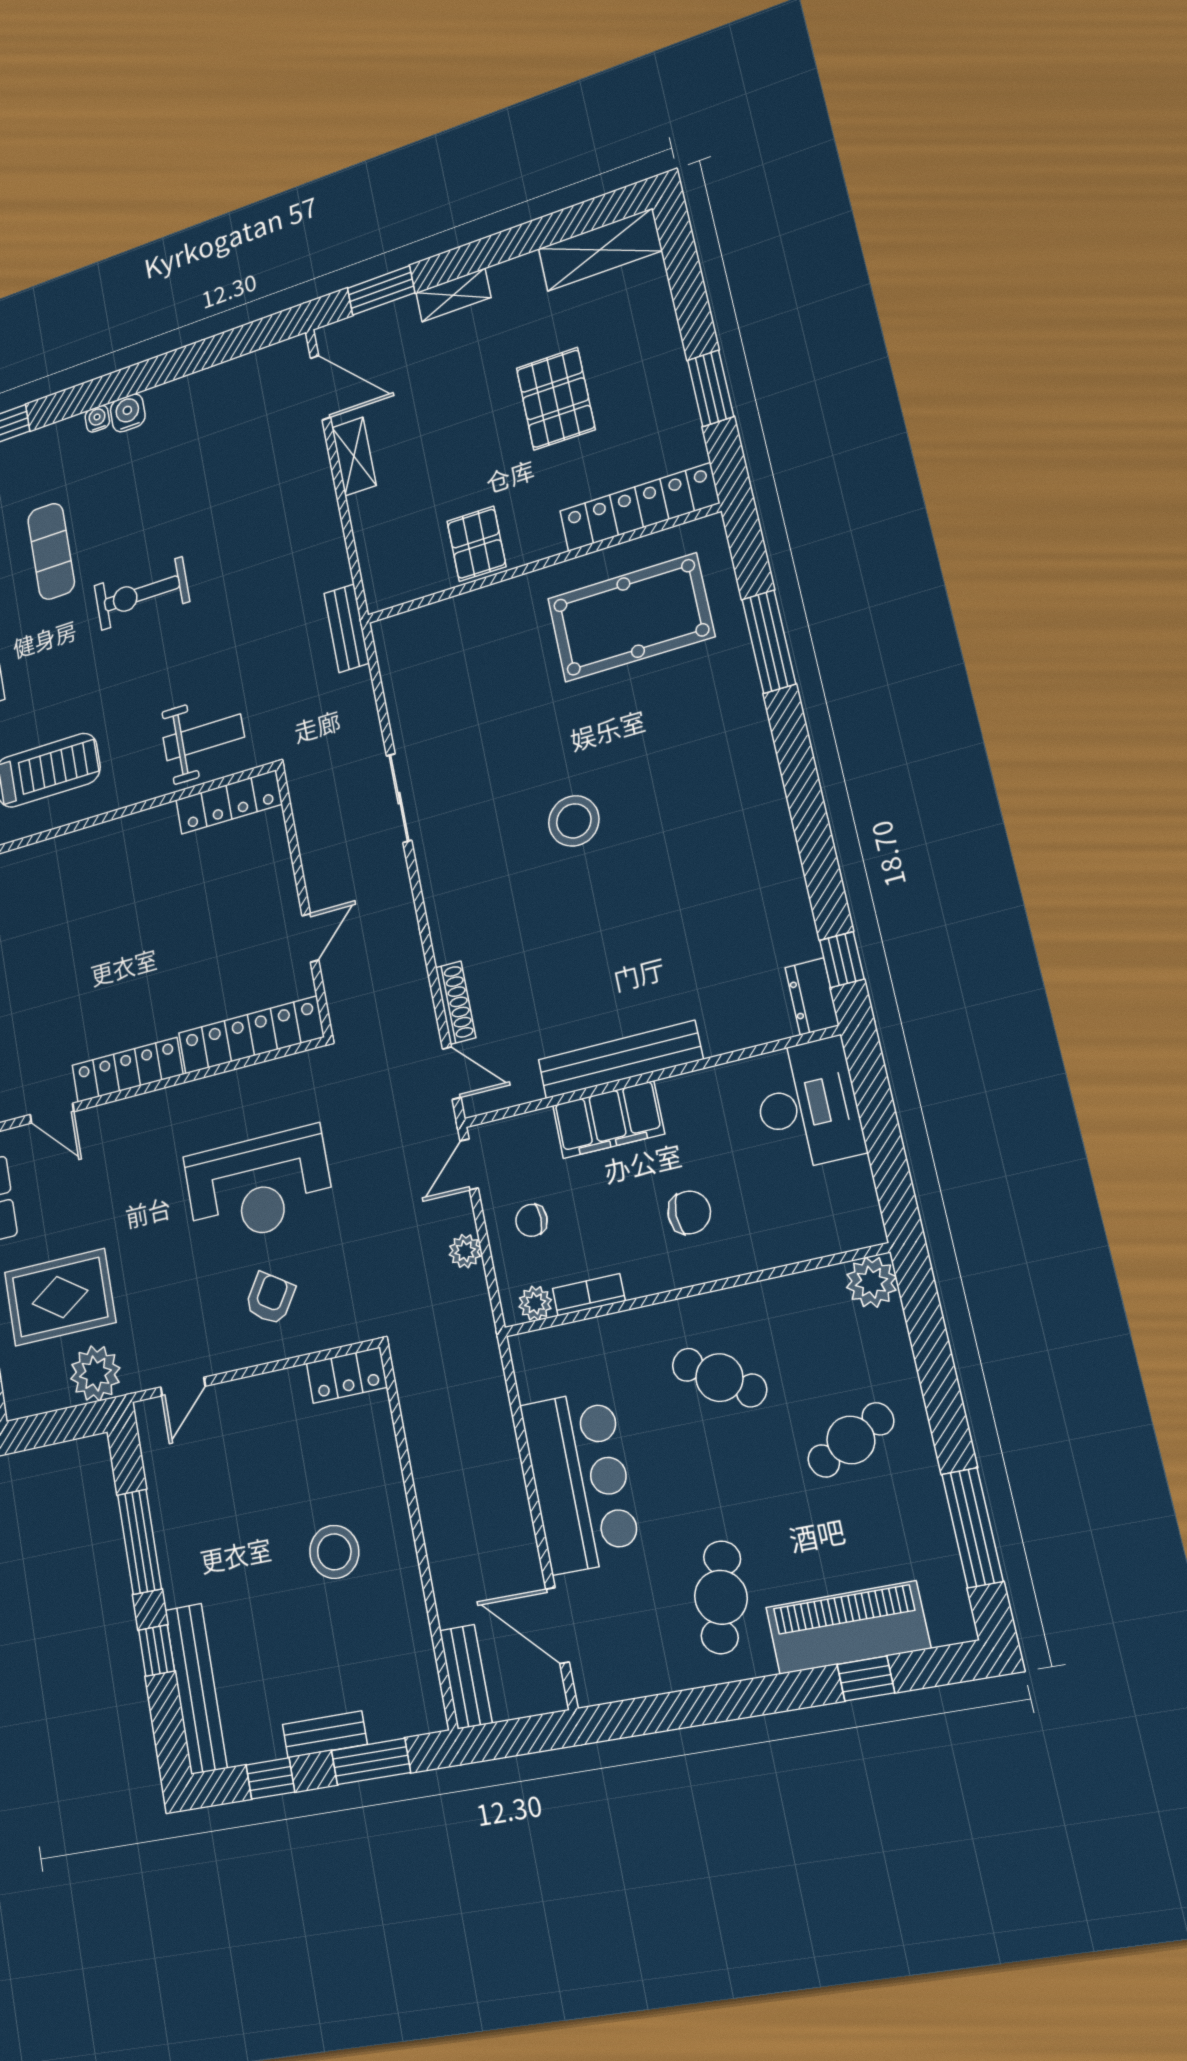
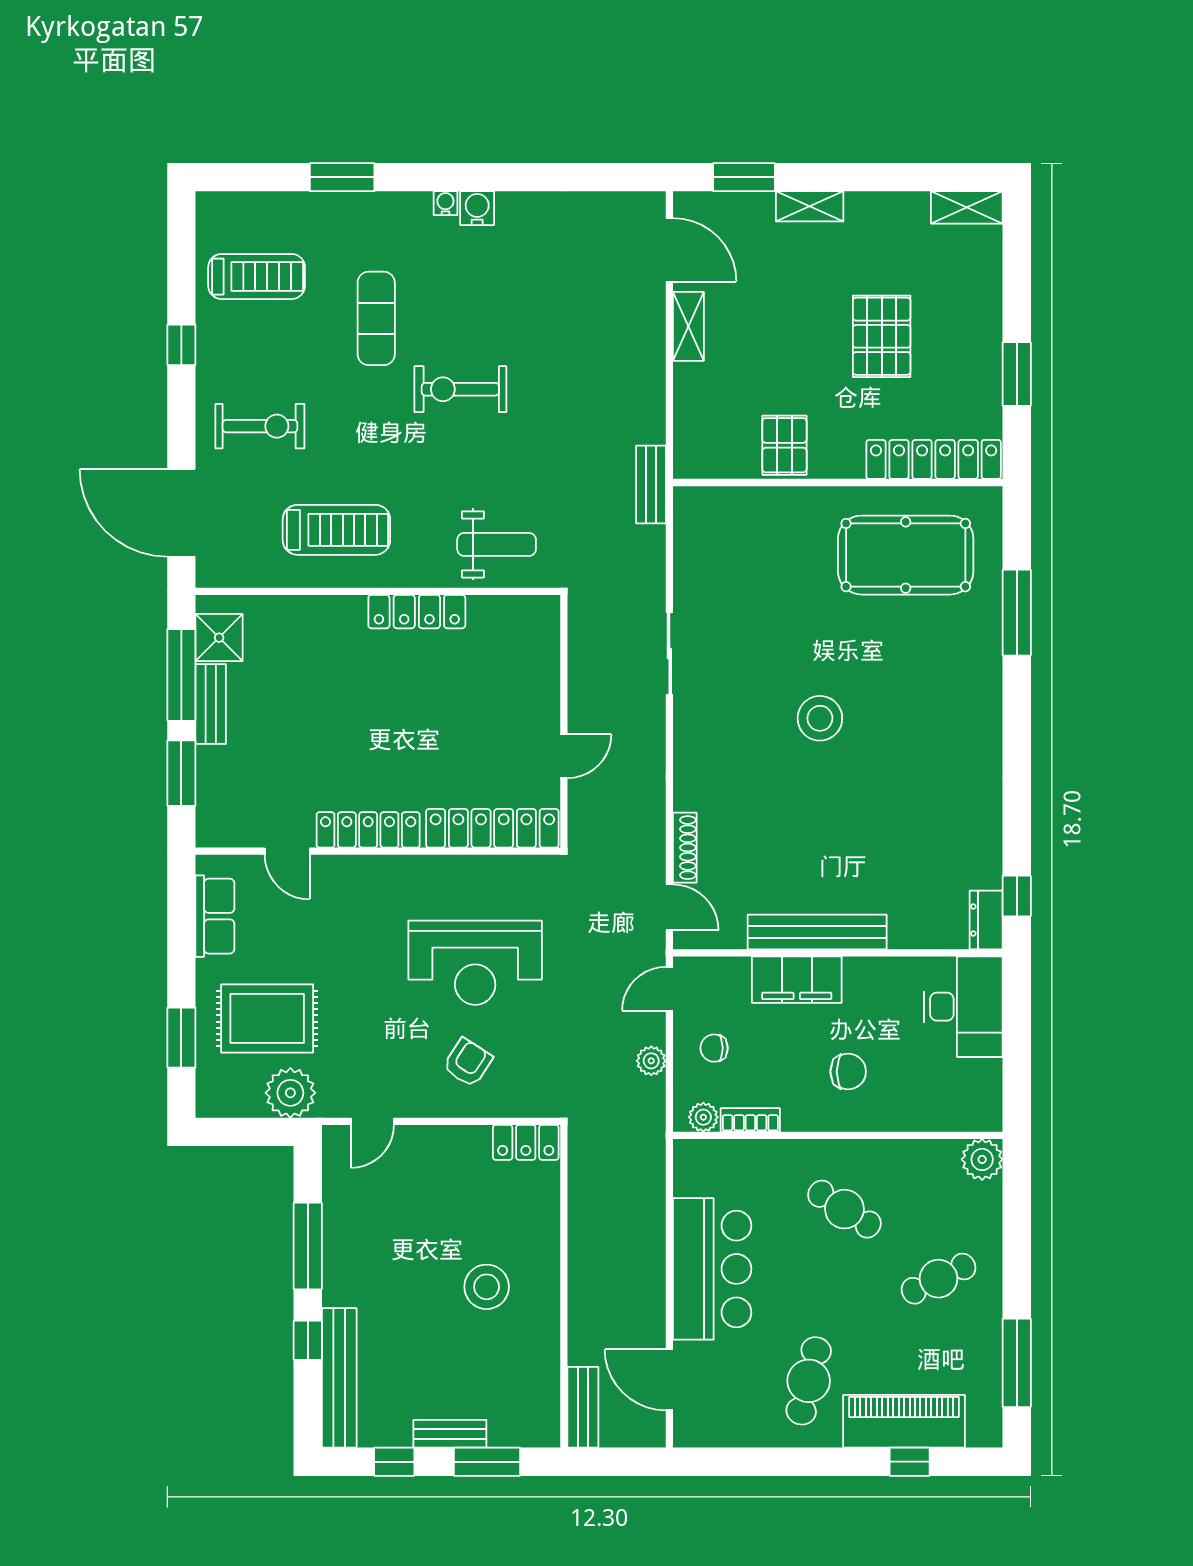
shelving: (600, 250) -> (967, 207), width x0.67, depth x0.75
locker: (229, 802) -> (417, 612), moved

